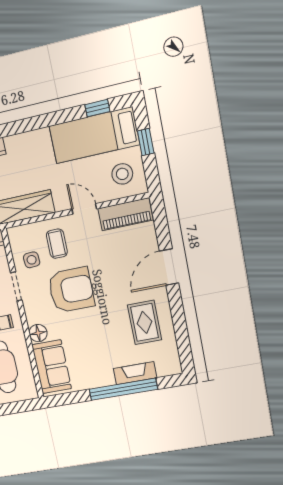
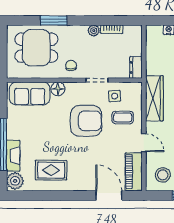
door: (84, 209) -> (144, 143), hinge flipped
door: (169, 267) -> (109, 195), moved
armchair: (71, 290) -> (86, 121), turned -90
plant: (167, 365) -> (15, 181), added

